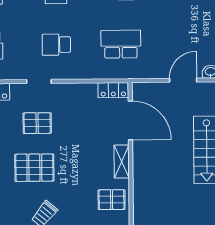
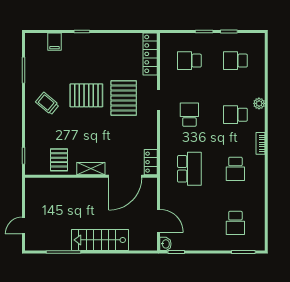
pallet: (37, 123) -> (124, 98), width x1.50, depth x1.42
pallet: (34, 168) -> (86, 95), turned 90

